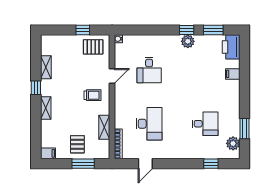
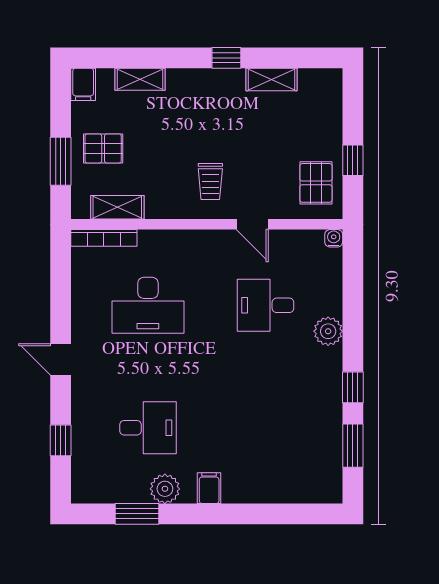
plant: (188, 41) -> (328, 331), moved
printer: (231, 47) -> (316, 484), removed
filing cabinet: (233, 74) -> (209, 488), moved
shelving: (46, 108) -> (140, 79), moved
desk: (205, 124) -> (148, 428), turned -90
shelving: (104, 127) -> (117, 207), moved
plant: (233, 143) -> (165, 489), moved
door: (145, 164) -> (61, 359), moved

